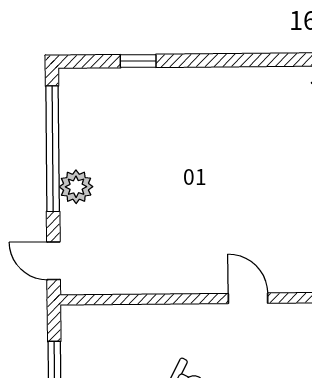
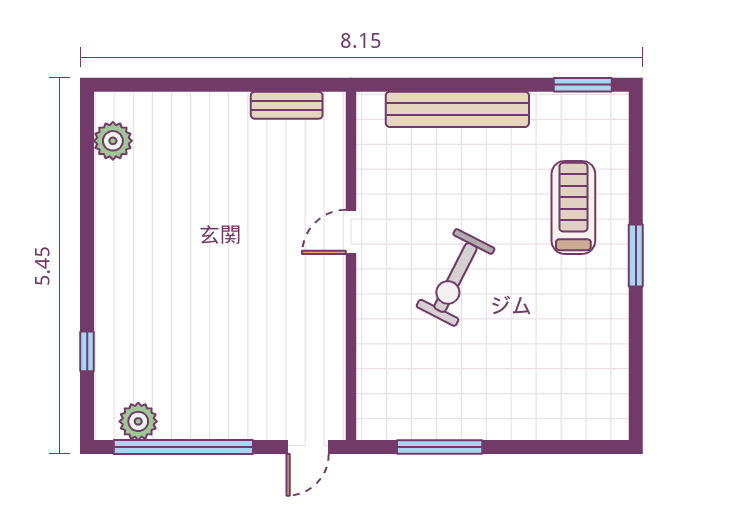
plant: (76, 187) -> (138, 421), moved

